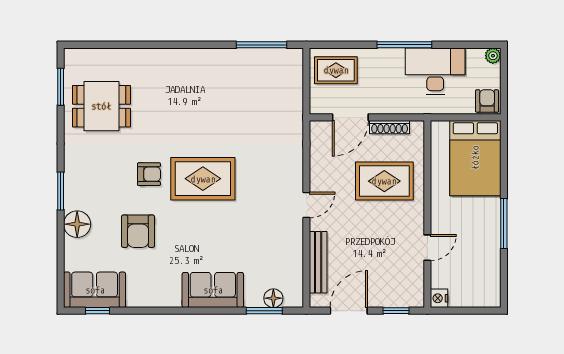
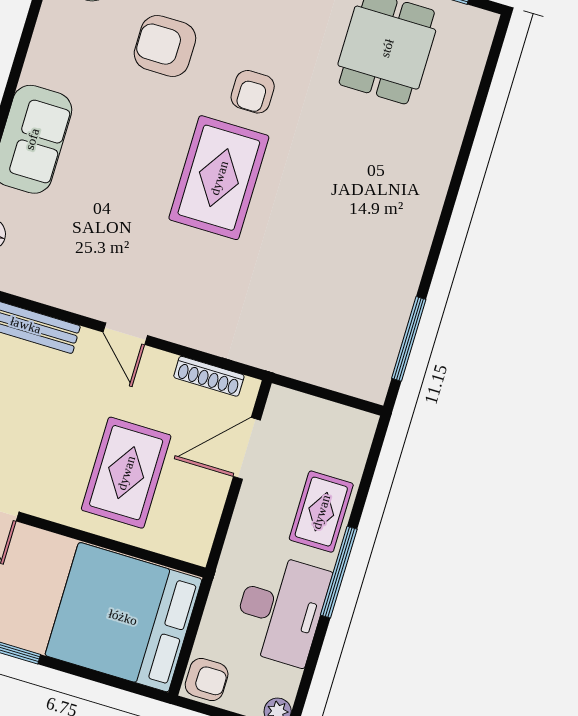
rug: (336, 70) -> (321, 512), moved
door: (350, 117) -> (247, 448), hinge flipped
shoe rack: (390, 127) -> (209, 376), moved, turned -90
bed: (475, 158) -> (123, 617), width x1.36

